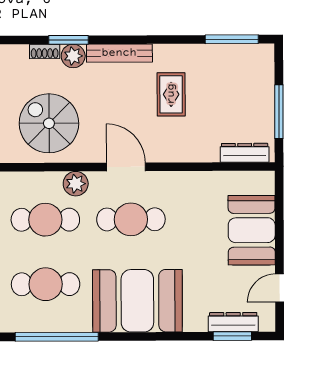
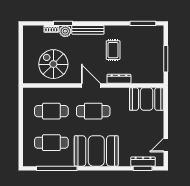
dresser: (245, 153) -> (119, 79), moved
plant: (76, 184) -> (66, 94), removed
booth: (252, 230) -> (147, 99), moved, turned 90

